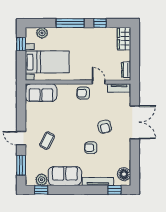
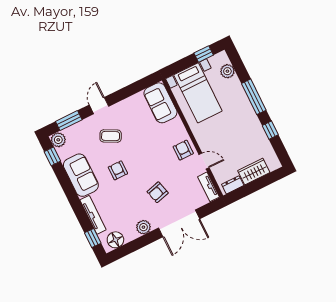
wardrobe: (124, 39) -> (254, 171), moved
door: (99, 82) -> (204, 161), hinge flipped
armchair: (91, 148) -> (118, 170), moved
plant: (125, 149) -> (143, 227), added
plant: (42, 180) -> (58, 140), moved

